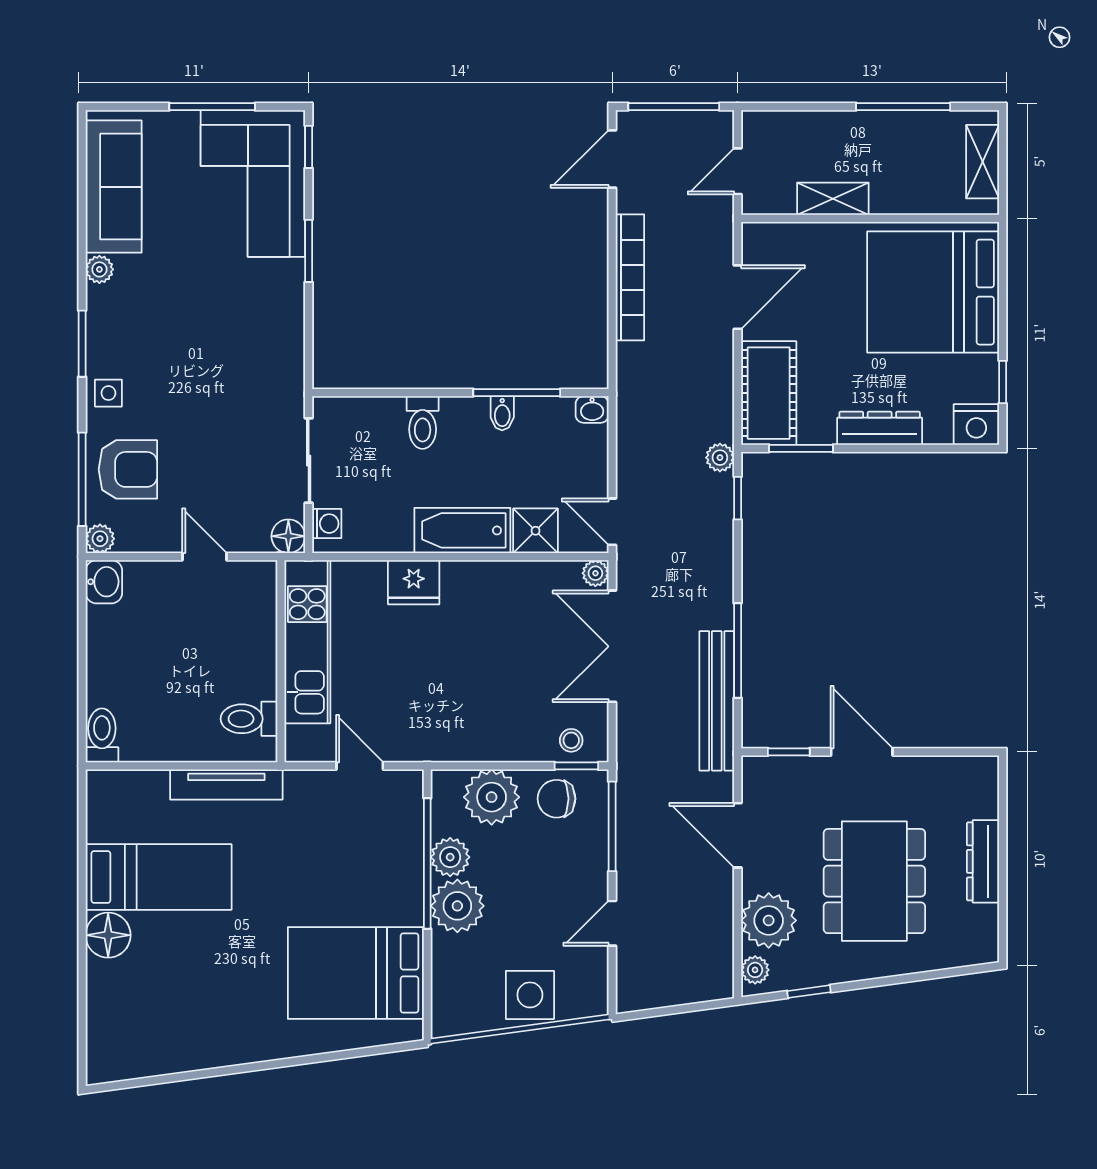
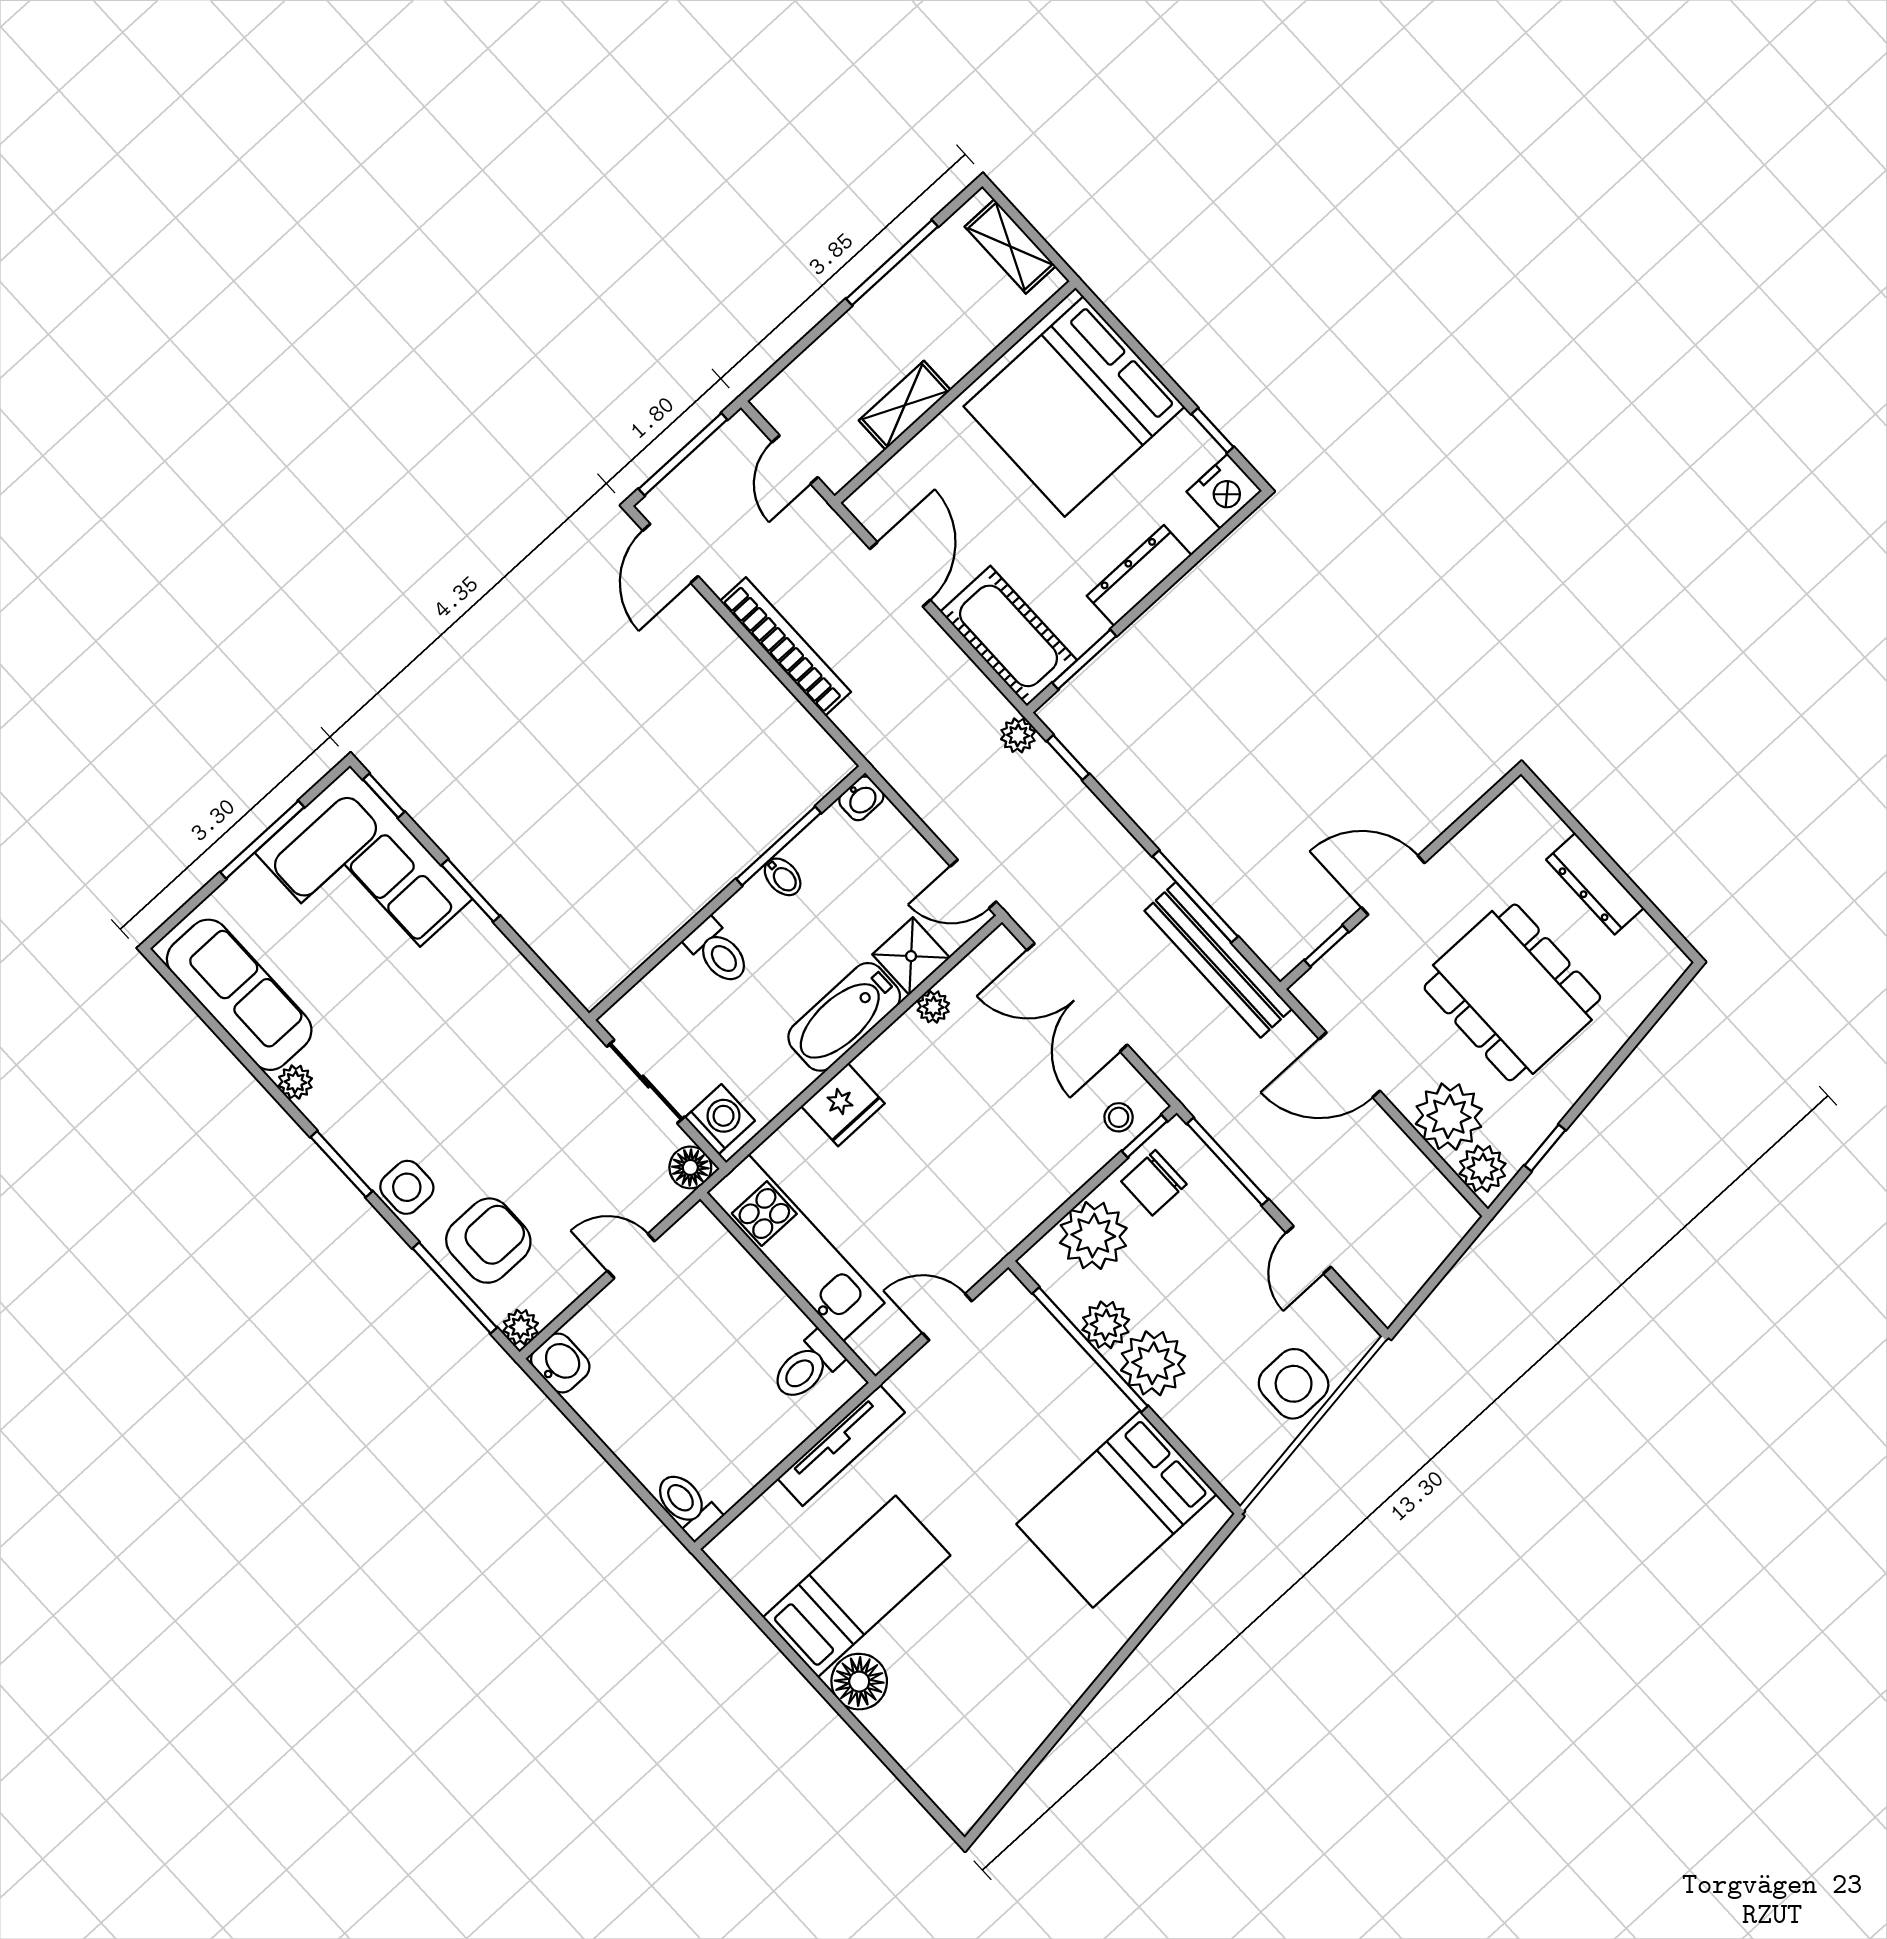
side table: (108, 393) -> (407, 1187), width x1.37, depth x1.37
washing machine: (327, 524) -> (720, 1119), width x1.38, depth x1.38
plant: (595, 573) -> (933, 1007), moved
plant: (755, 970) -> (1483, 1169), width x1.38, depth x1.38

